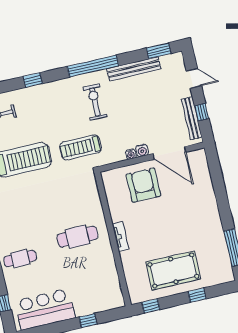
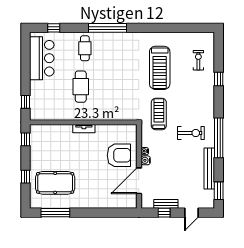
window: (33, 80) -> (219, 79), moved
bench: (192, 118) -> (166, 204), width x0.73
cafe table: (77, 237) -> (81, 87), moved
pool table: (173, 270) -> (55, 183), moved, turned 90
window: (88, 321) -> (26, 102), moved

